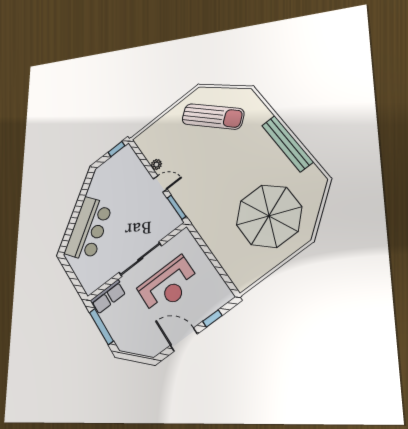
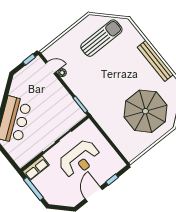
sun lounger: (213, 116) -> (101, 38), turned -48
door: (160, 184) -> (51, 68), moved
door: (184, 340) -> (94, 194), hinge flipped

